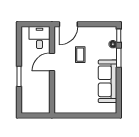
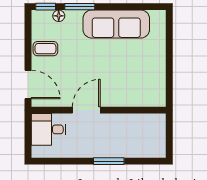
coffee table: (80, 55) -> (45, 49), moved
door: (52, 62) -> (86, 110), swing flipped

